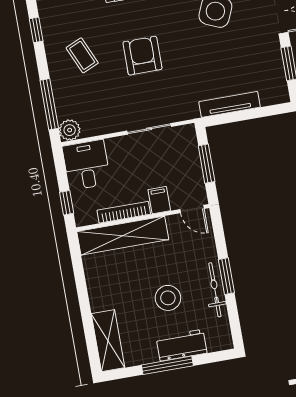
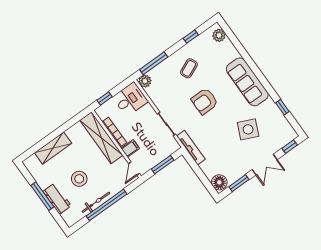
armchair: (142, 56) -> (205, 101), turned 180
floor lamp: (274, 92) -> (219, 182), added
tv unit: (230, 104) -> (191, 148), moved
window: (226, 276) -> (106, 205), width x2.11
shelving: (108, 341) -> (53, 148), moved

